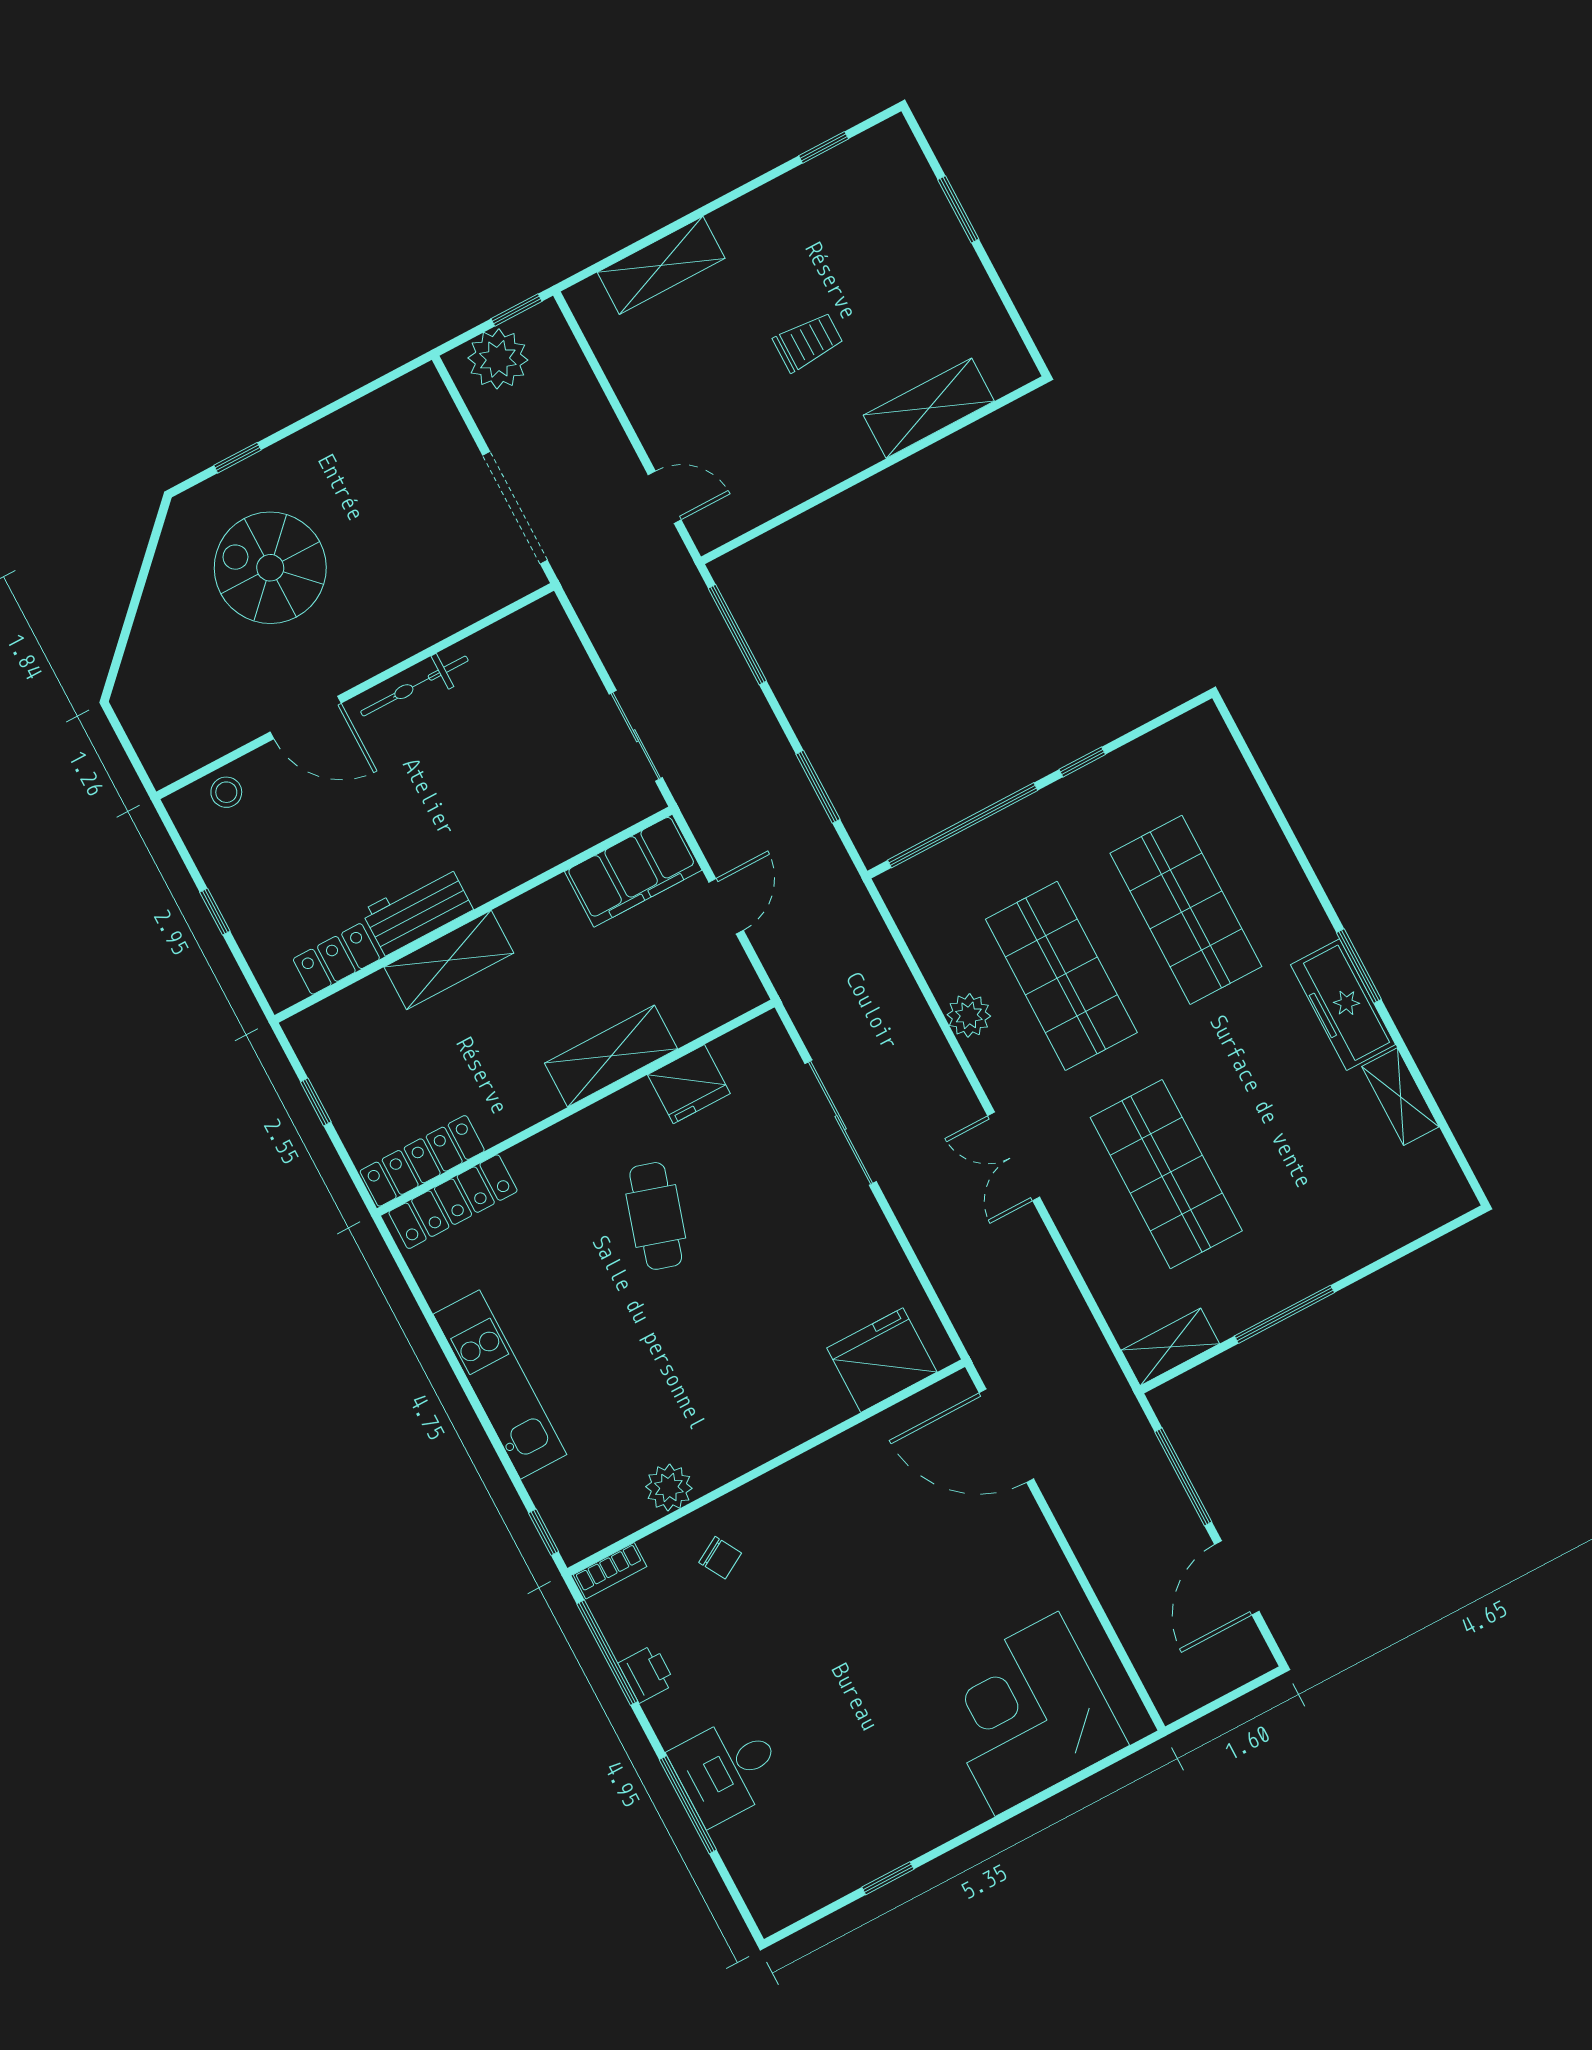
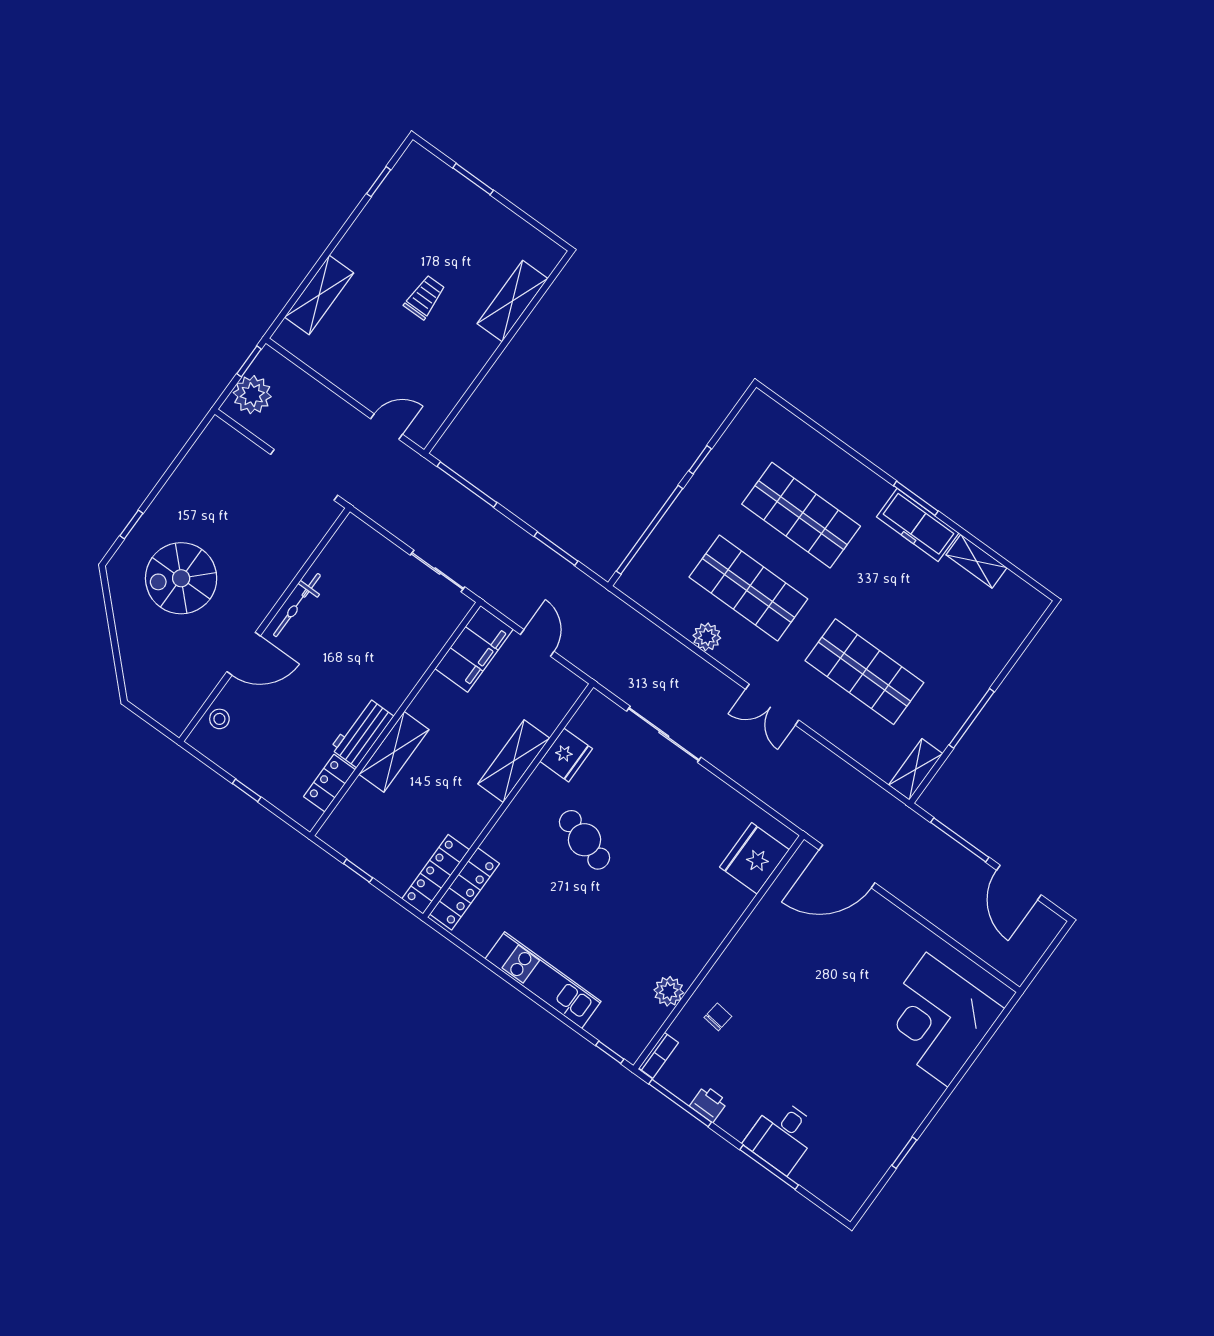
chair: (720, 1558) -> (718, 1017), turned -53

